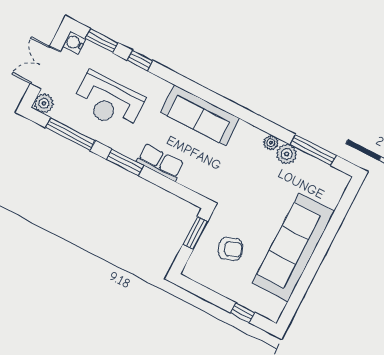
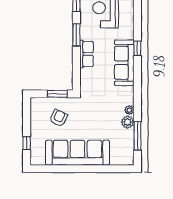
window: (140, 60) -> (137, 48), moved
armchair: (230, 249) -> (59, 118), turned -134

